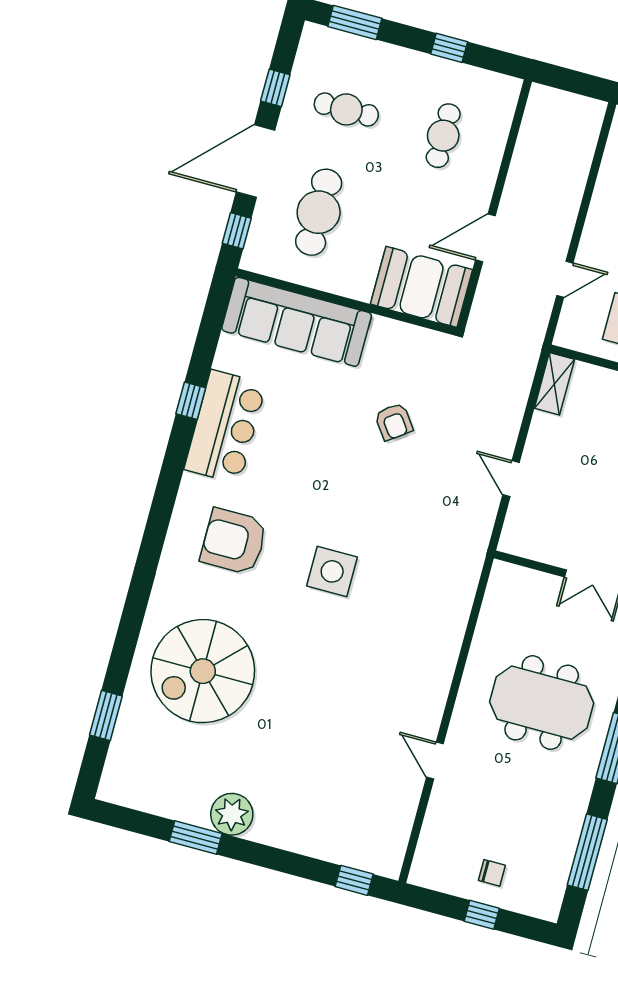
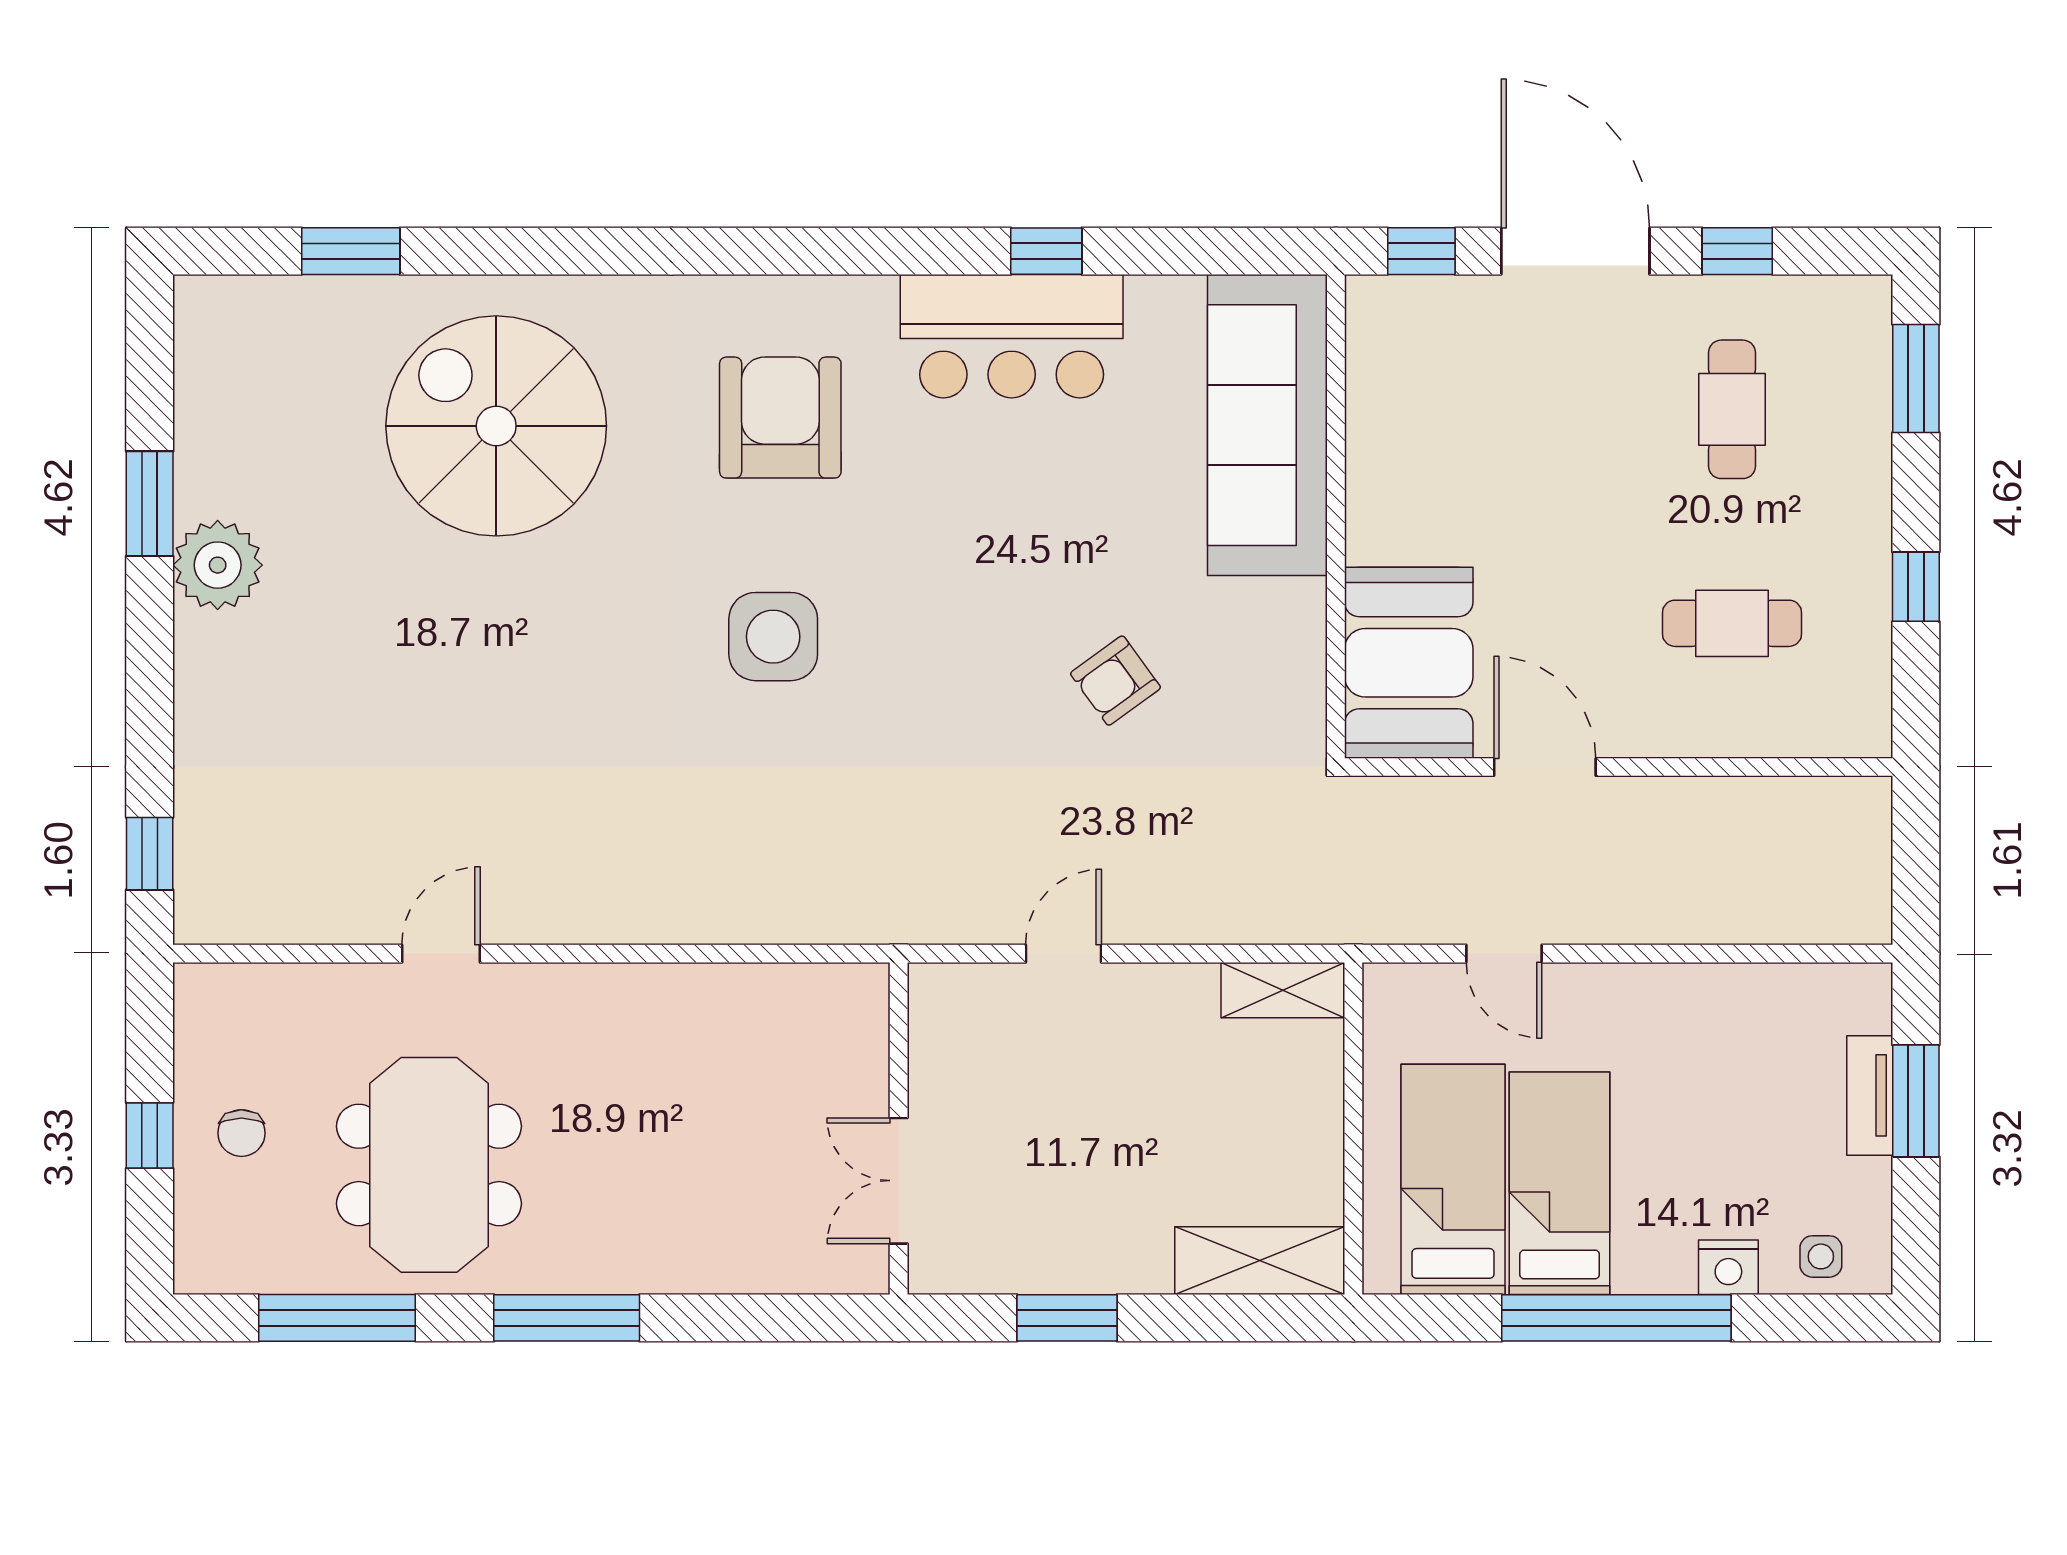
cafe table: (319, 212) -> (1505, 409), removed
meeting table: (542, 703) -> (429, 1165), moved

